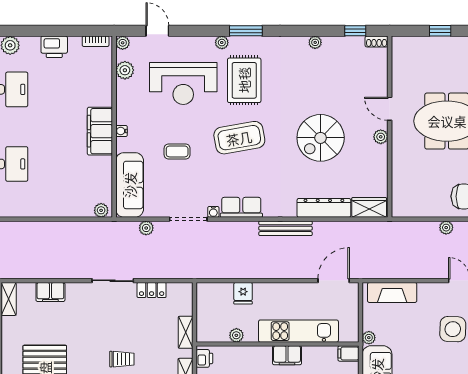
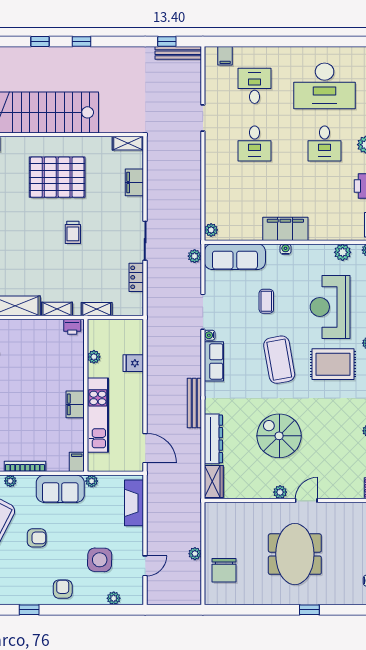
plant: (146, 228) -> (195, 256), moved
trolley: (122, 359) -> (73, 232), moved

